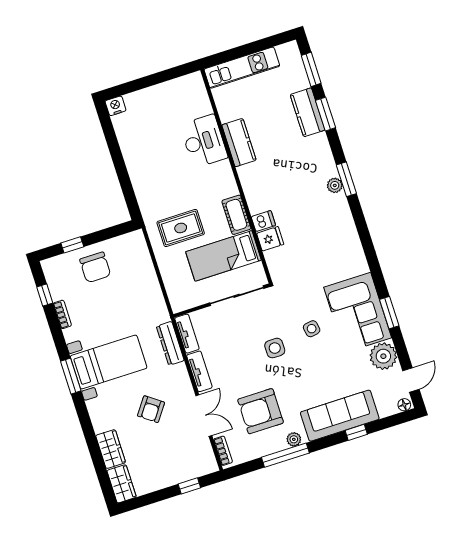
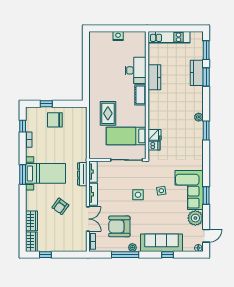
nightstand: (116, 106) -> (118, 36), moved
window: (346, 179) -> (206, 130), moved
cot: (236, 215) -> (140, 95), moved
dishwasher: (263, 221) -> (154, 146), moved
rug: (181, 228) -> (108, 113), turned 90
chair: (95, 267) -> (55, 120), turned 90
window: (189, 486) -> (45, 255), moved

